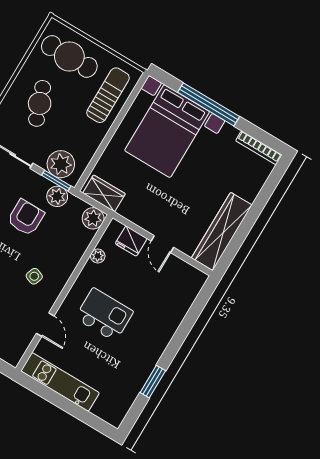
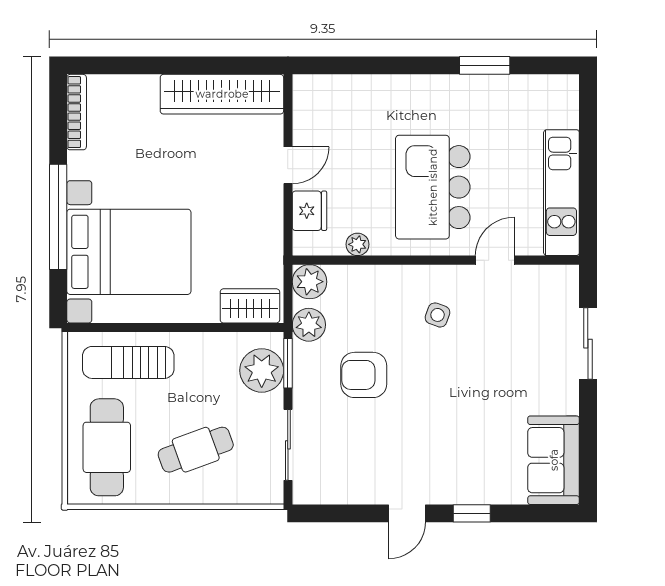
wardrobe: (104, 193) -> (250, 306), moved, turned 90
plant: (57, 196) -> (309, 325), moved
kitchen island: (104, 315) -> (433, 187), width x1.37, depth x1.28

